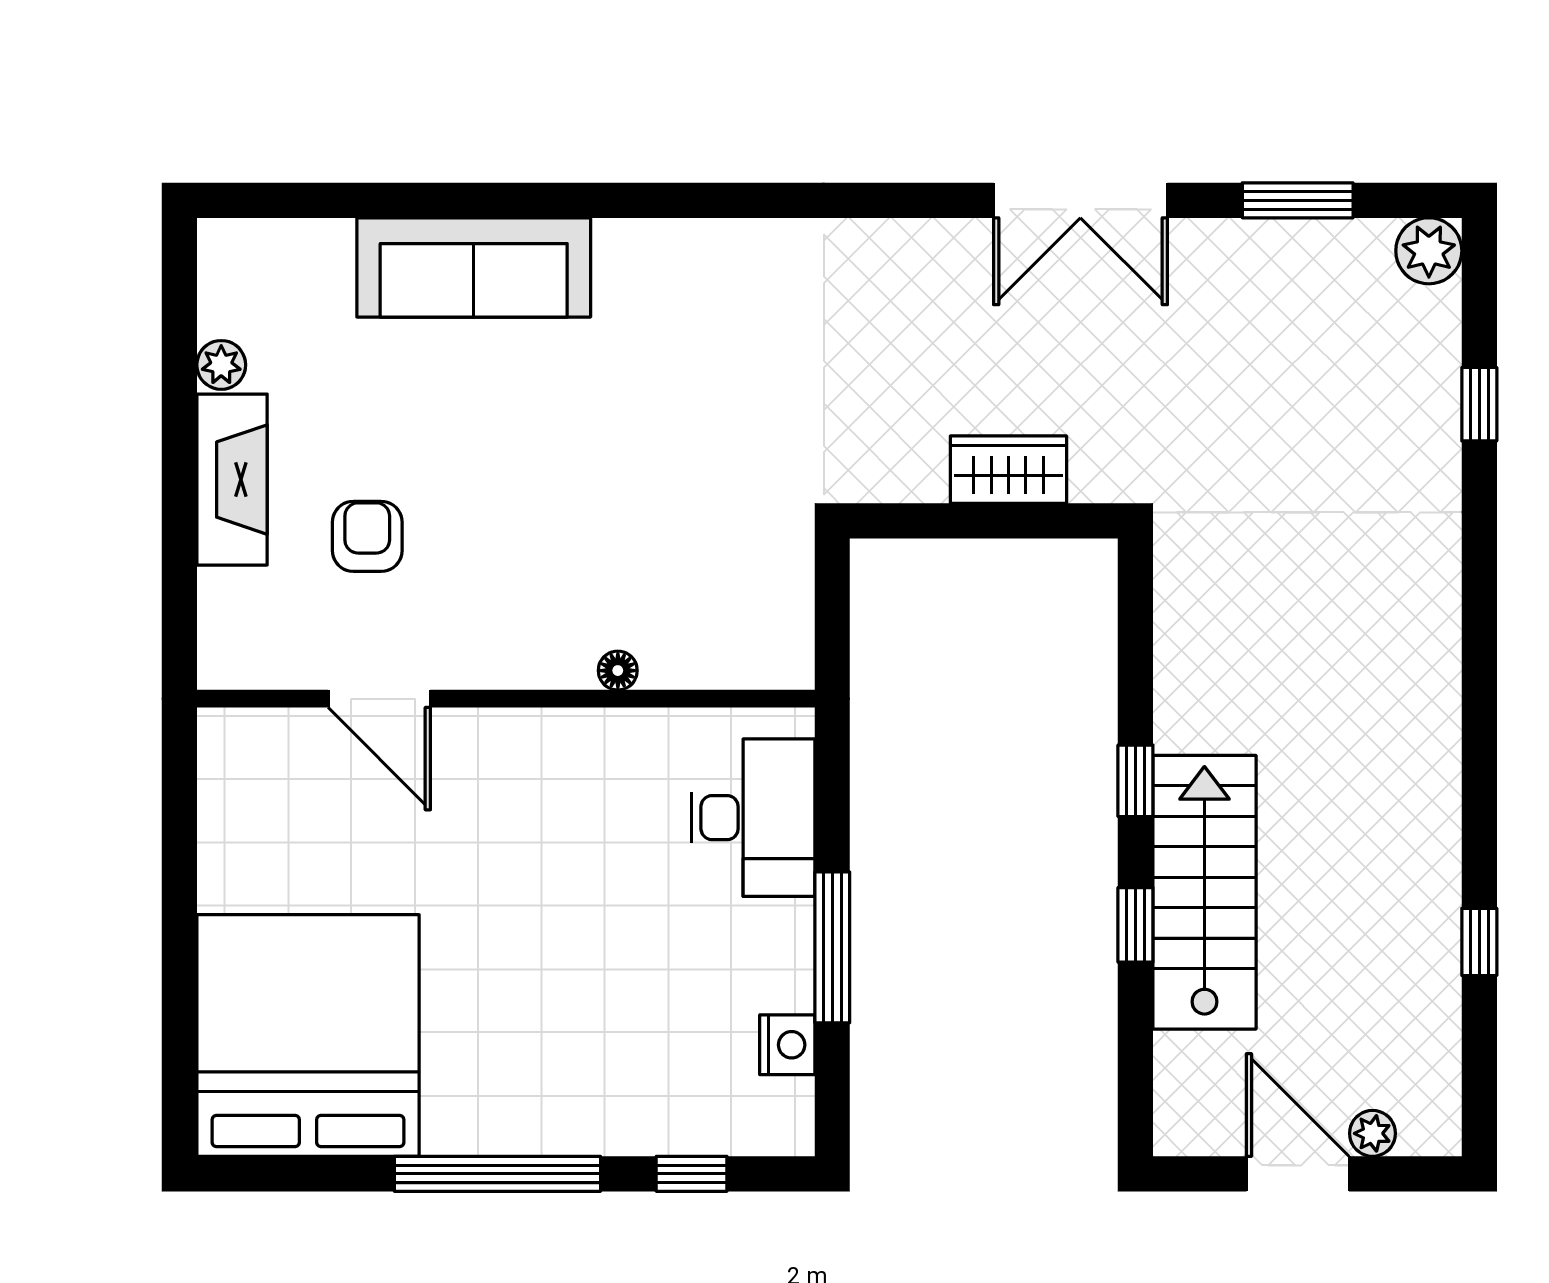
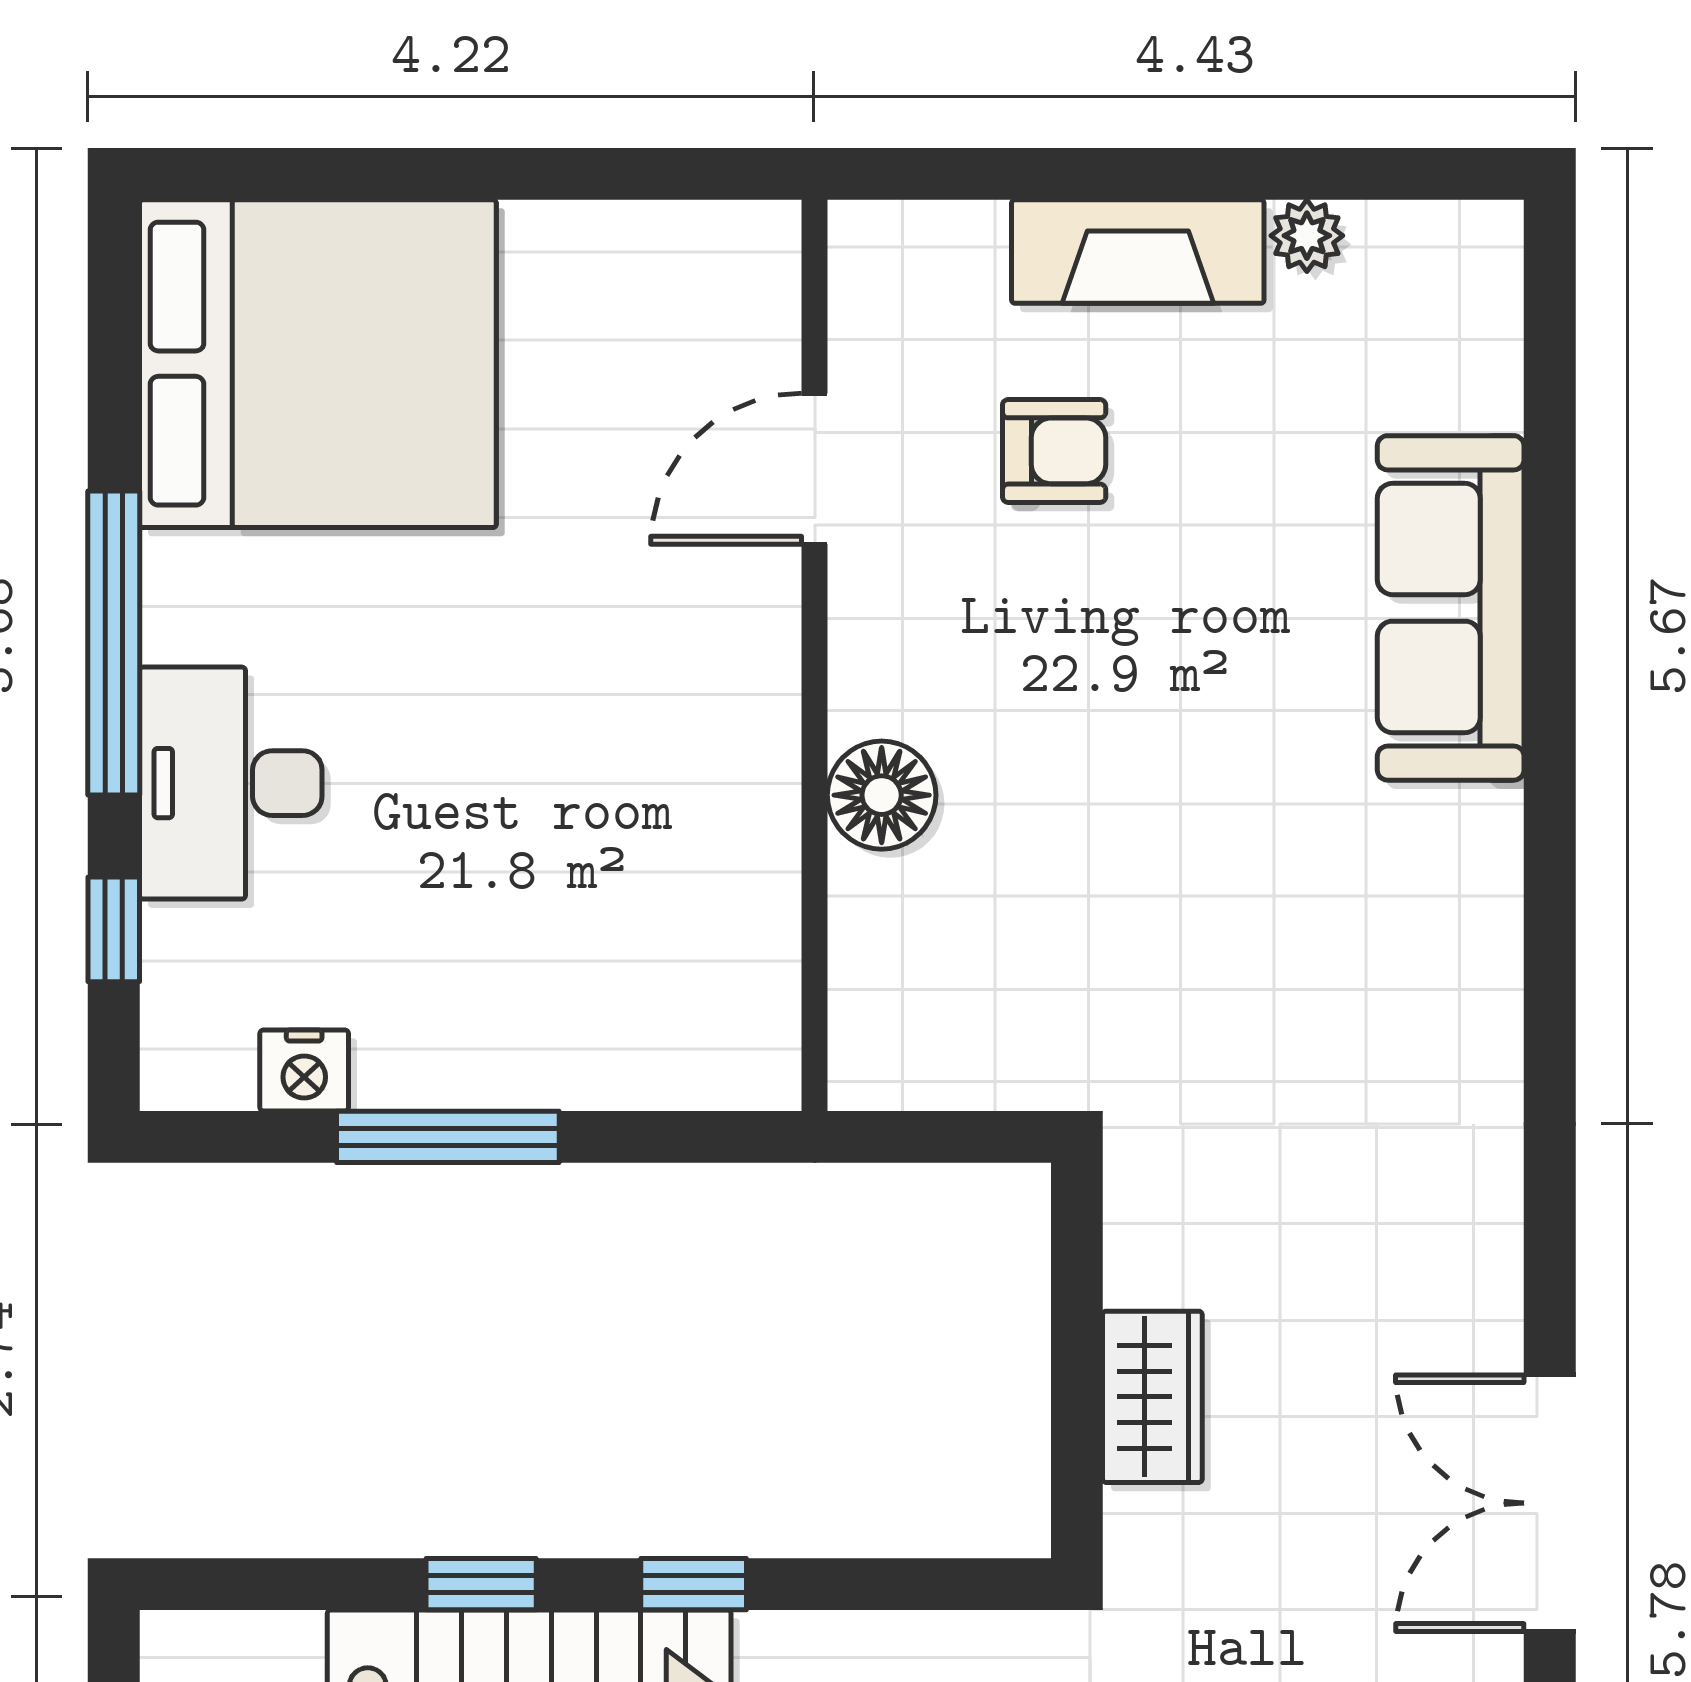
floor lamp: (618, 671) -> (882, 795), width x1.89, depth x1.89
desk: (753, 818) -> (231, 783), moved, turned 90

